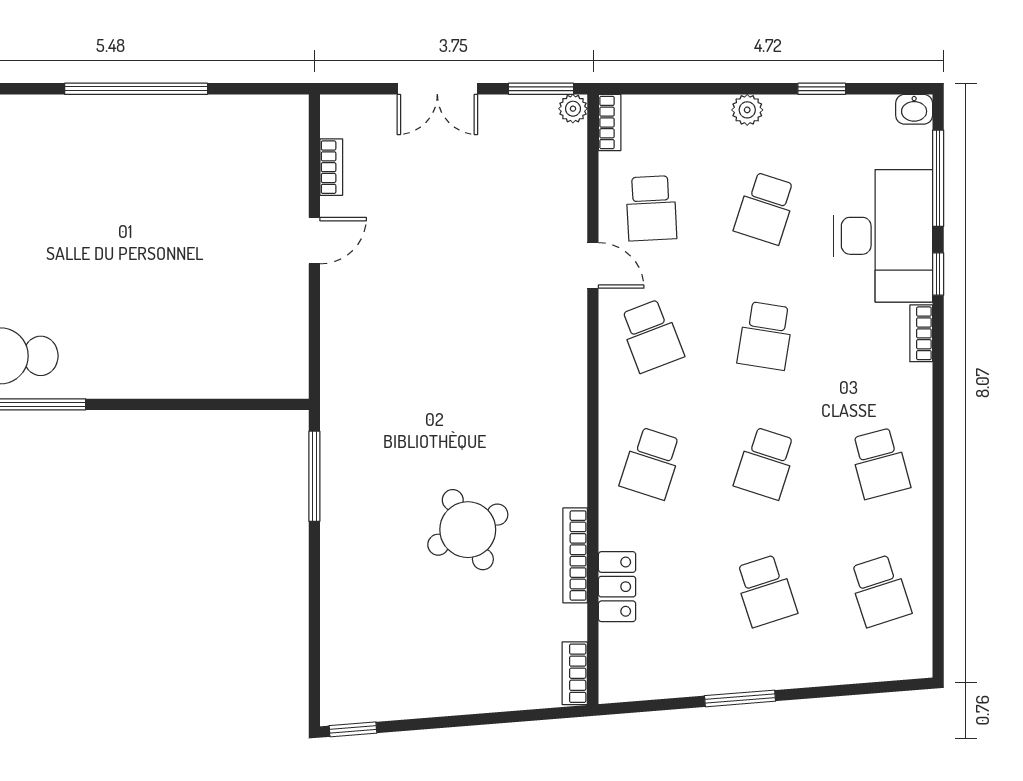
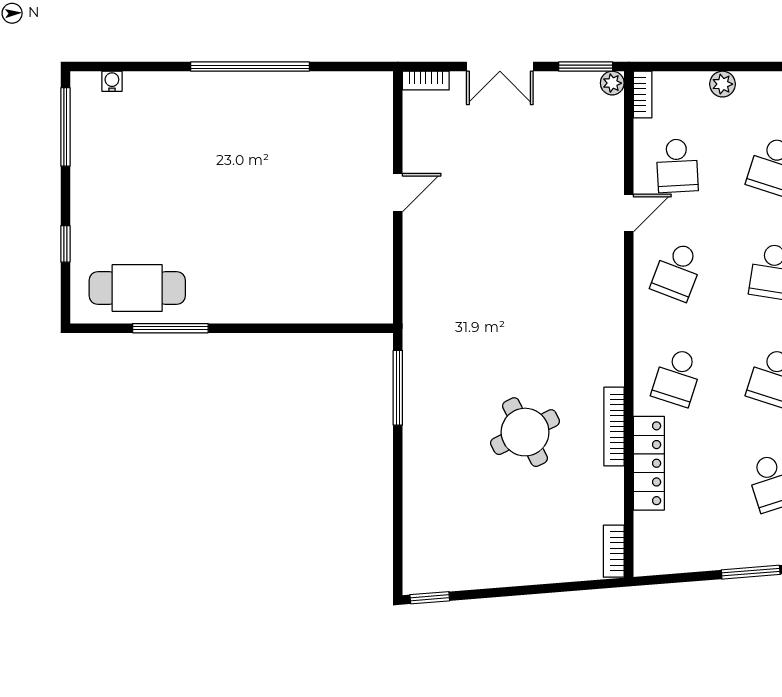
plant: (747, 110) -> (722, 84), moved
bookcase: (331, 167) -> (426, 81), moved, turned 90
door: (593, 265) -> (629, 213), hinge flipped
school desk: (651, 336) -> (677, 271), turned 42
bookcase: (575, 555) -> (614, 427), moved
locker: (617, 587) -> (649, 463), width x1.53

